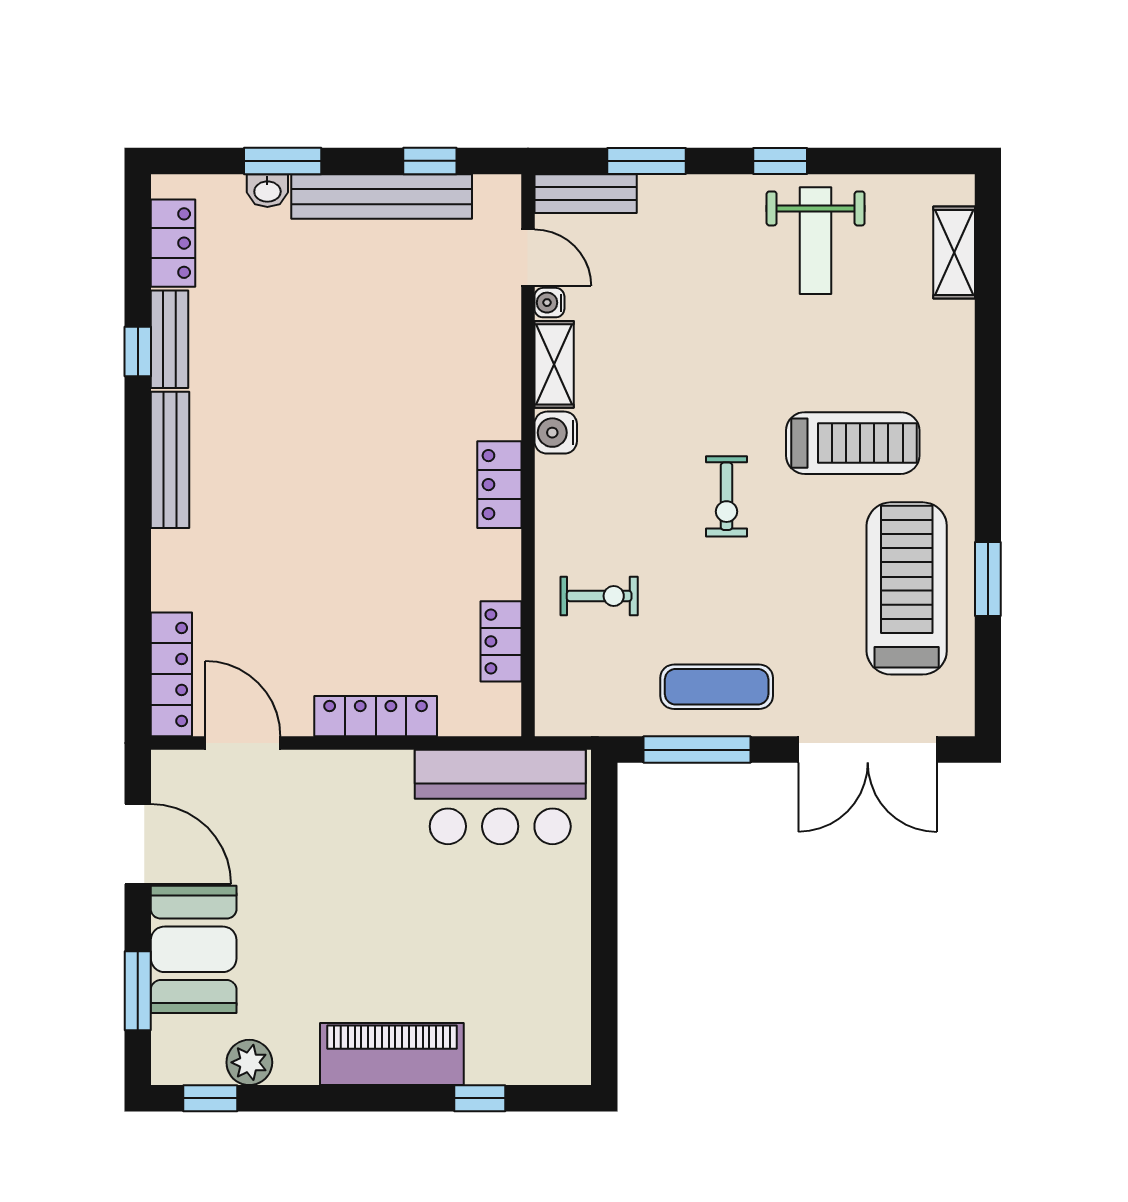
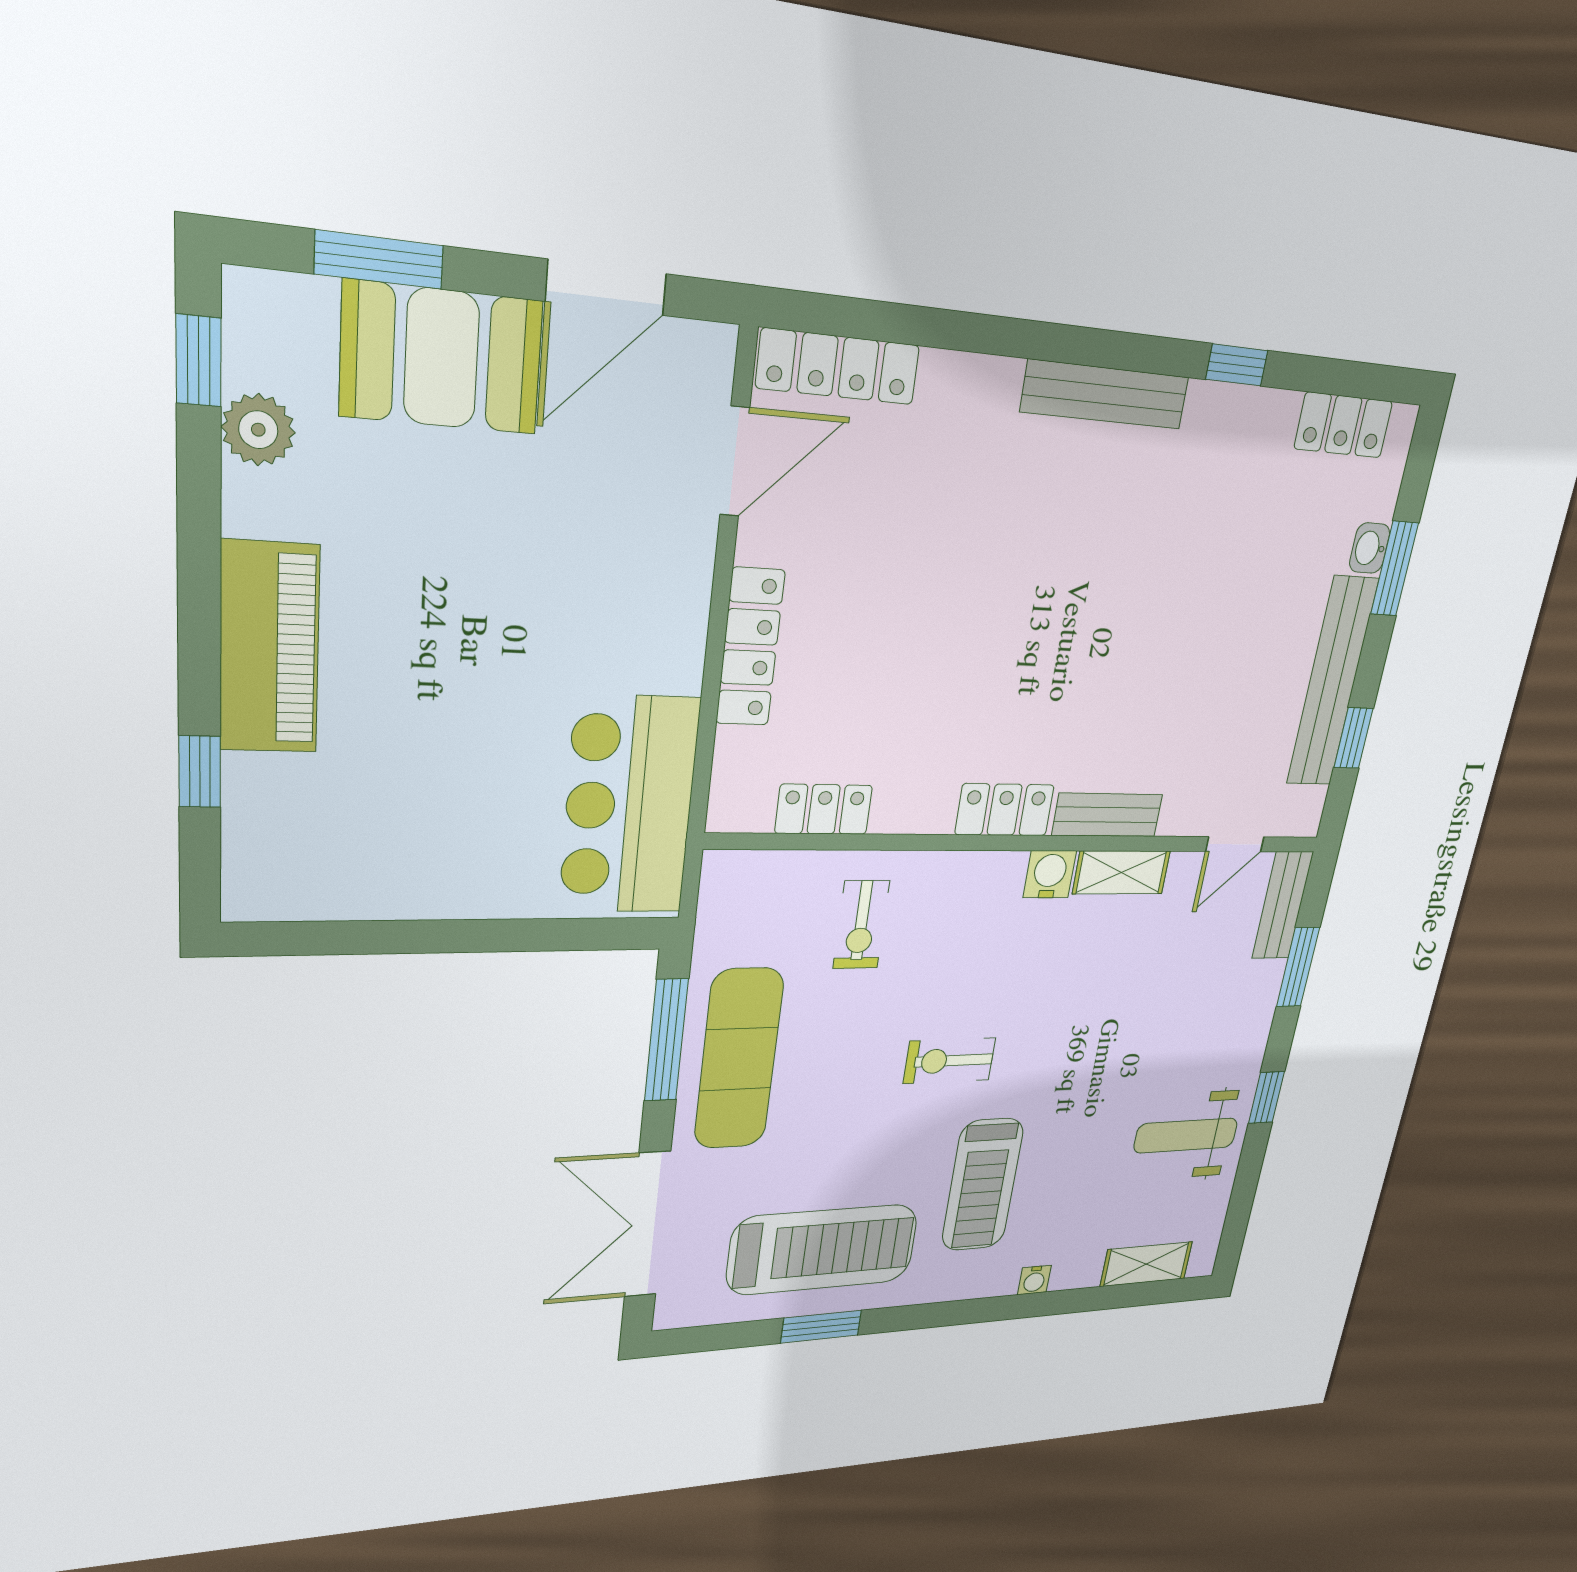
water cooler: (549, 303) -> (1034, 1280), moved, turned 180
bench: (170, 339) -> (1107, 815), moved
exercise mat: (717, 687) -> (739, 1059), width x1.36, depth x1.45

